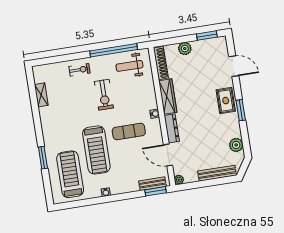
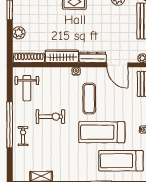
window: (114, 50) -> (10, 125), moved
treadmill: (96, 150) -> (102, 132), turned 180
door: (168, 155) -> (117, 65), hinge flipped

